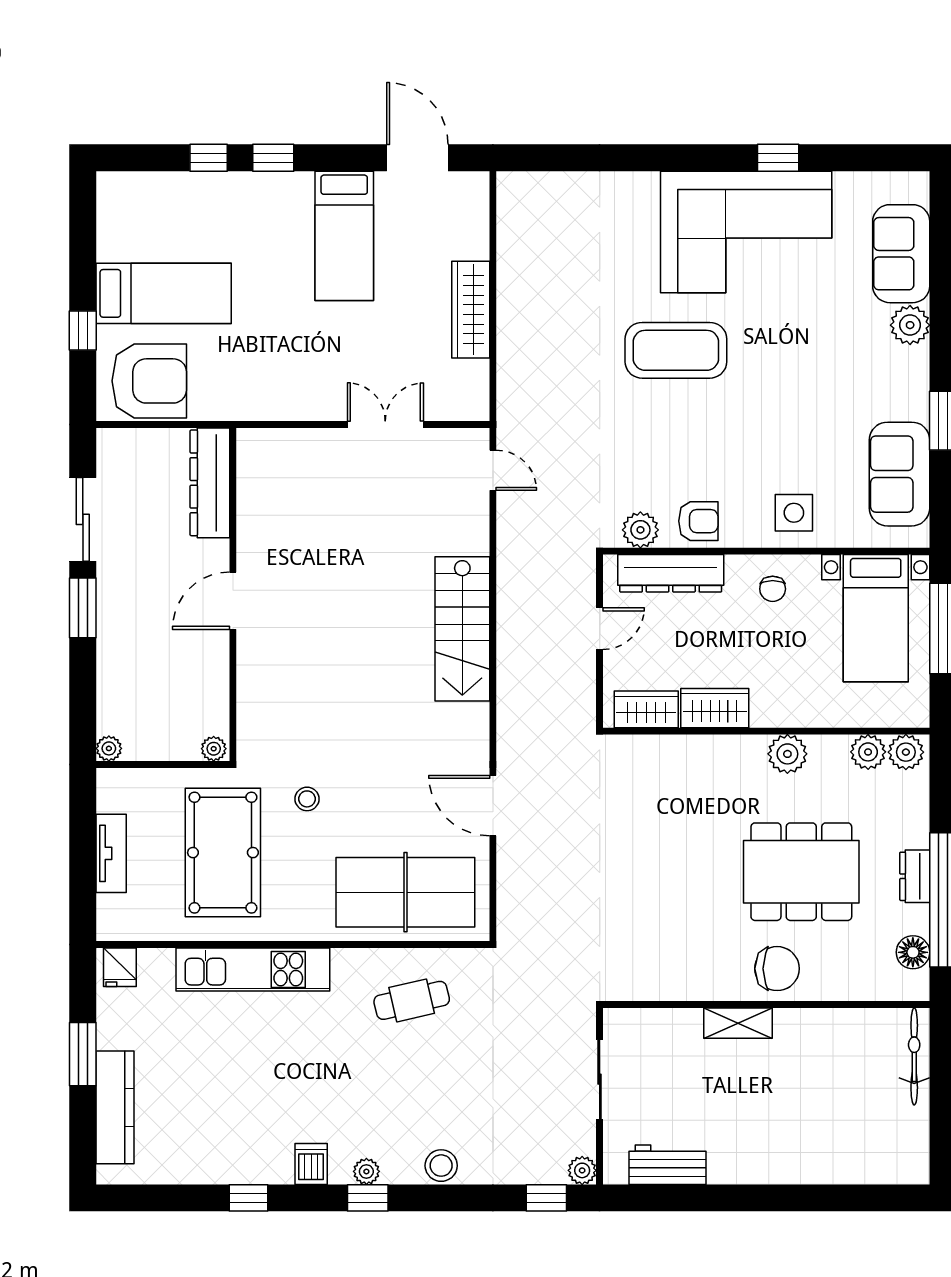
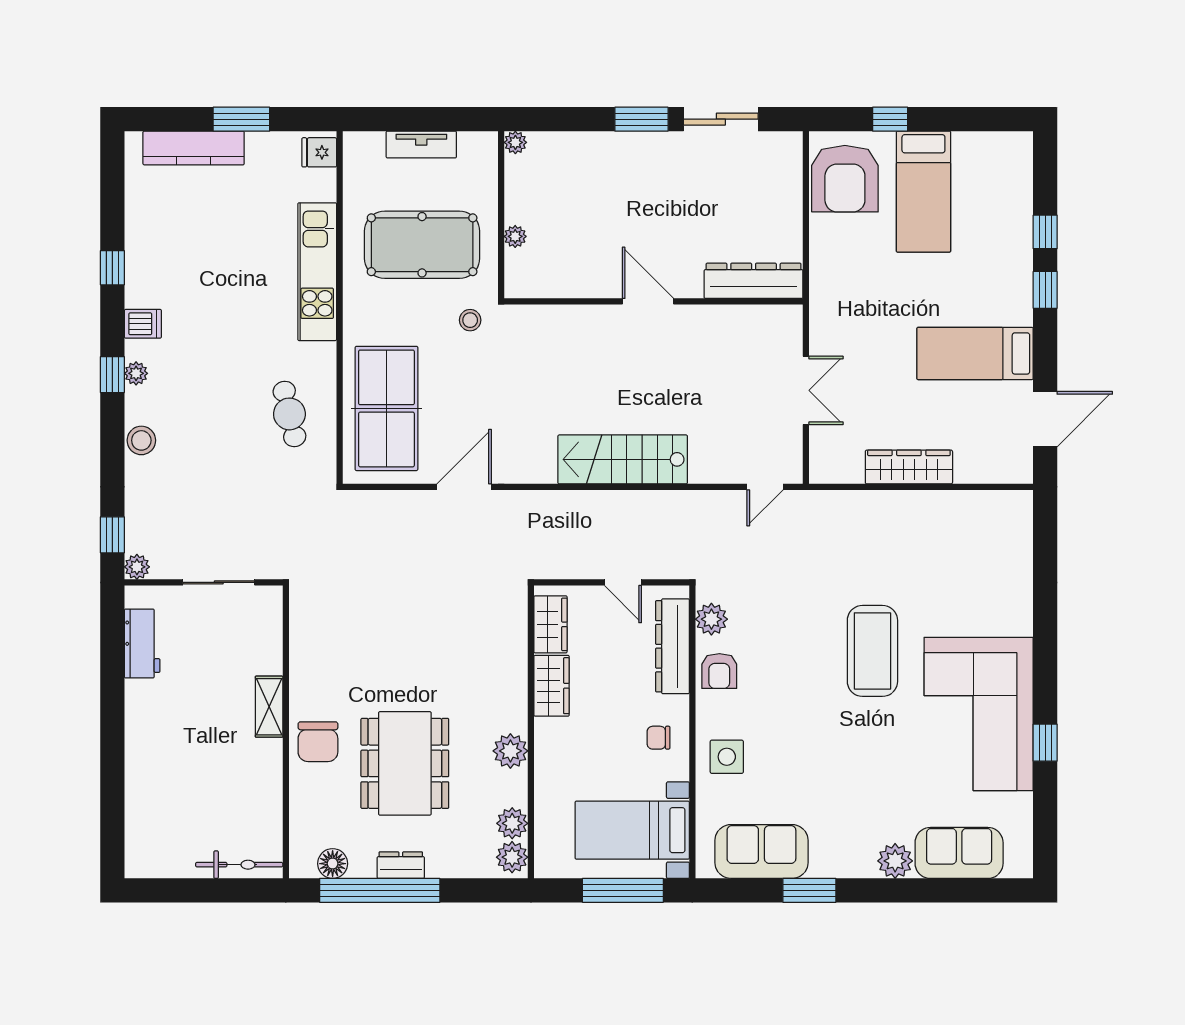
dresser: (210, 483) -> (754, 281), moved
wall: (233, 594) -> (653, 301), moved
door: (233, 601) -> (648, 301), moved

